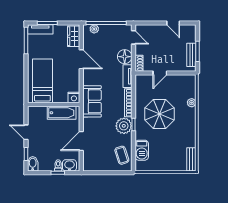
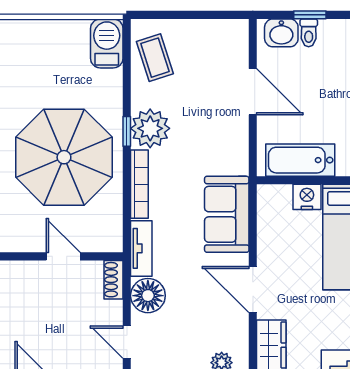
door: (160, 73) -> (63, 256), hinge flipped
nightstand: (74, 98) -> (307, 197), moved
sofa: (92, 101) -> (227, 214), moved
parasol: (159, 114) -> (64, 157), width x1.36, depth x1.36
door: (81, 141) -> (253, 92), hinge flipped
barbecue: (142, 150) -> (107, 43), moved

